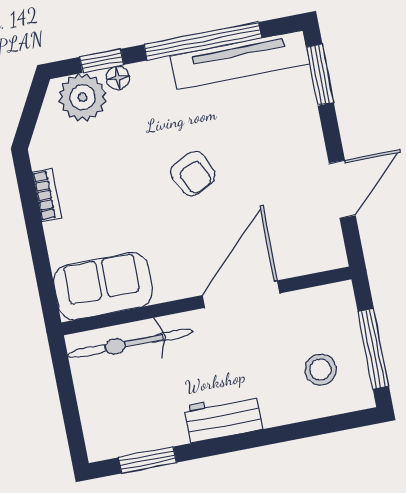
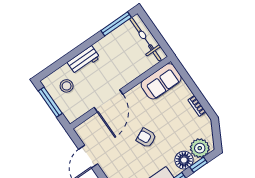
floor lamp: (118, 78) -> (184, 160), width x1.89, depth x1.89
bicycle: (130, 343) -> (145, 39), moved, turned -90
workbench: (223, 418) -> (83, 60), moved
window: (147, 460) -> (116, 24), width x1.44

